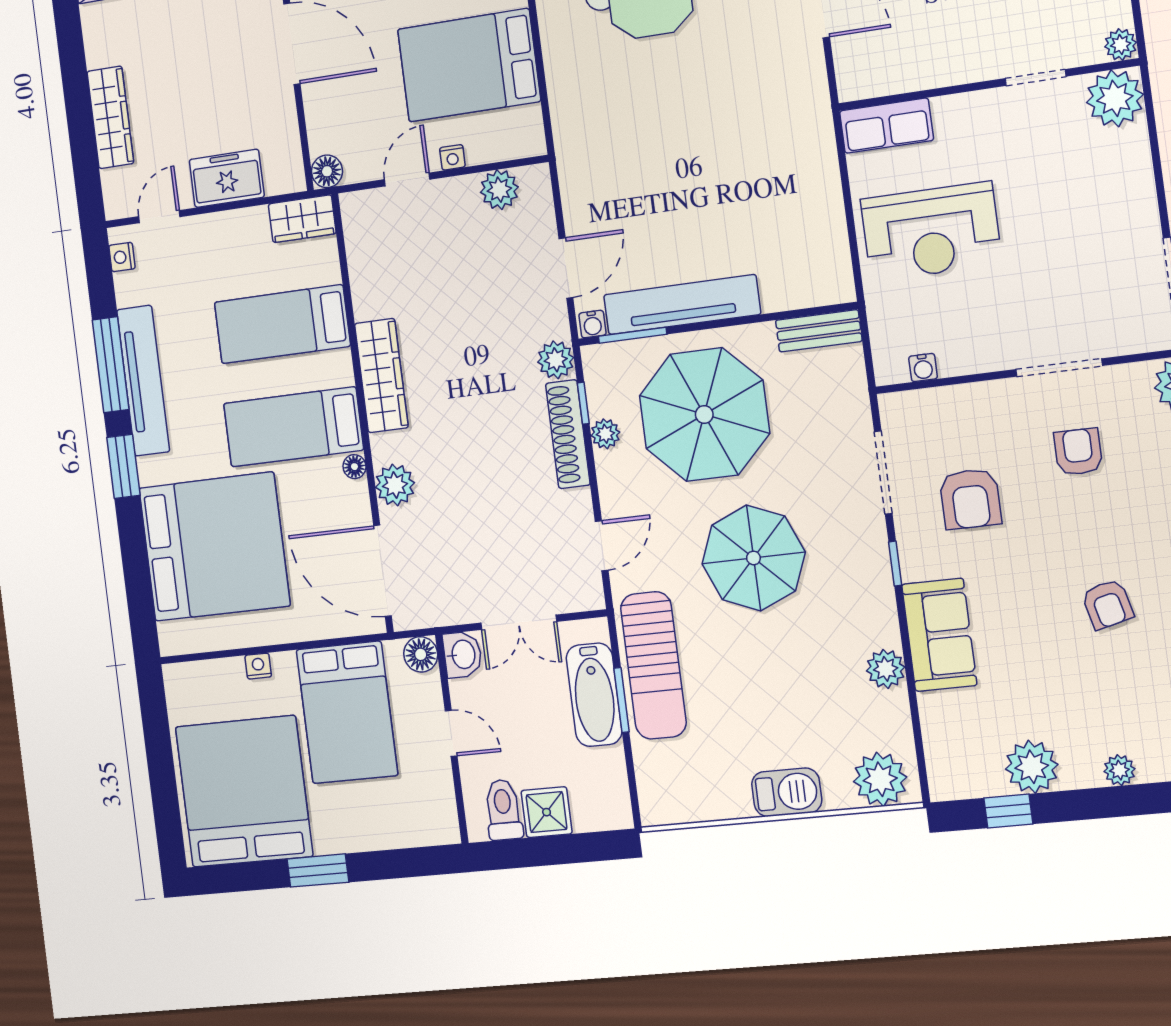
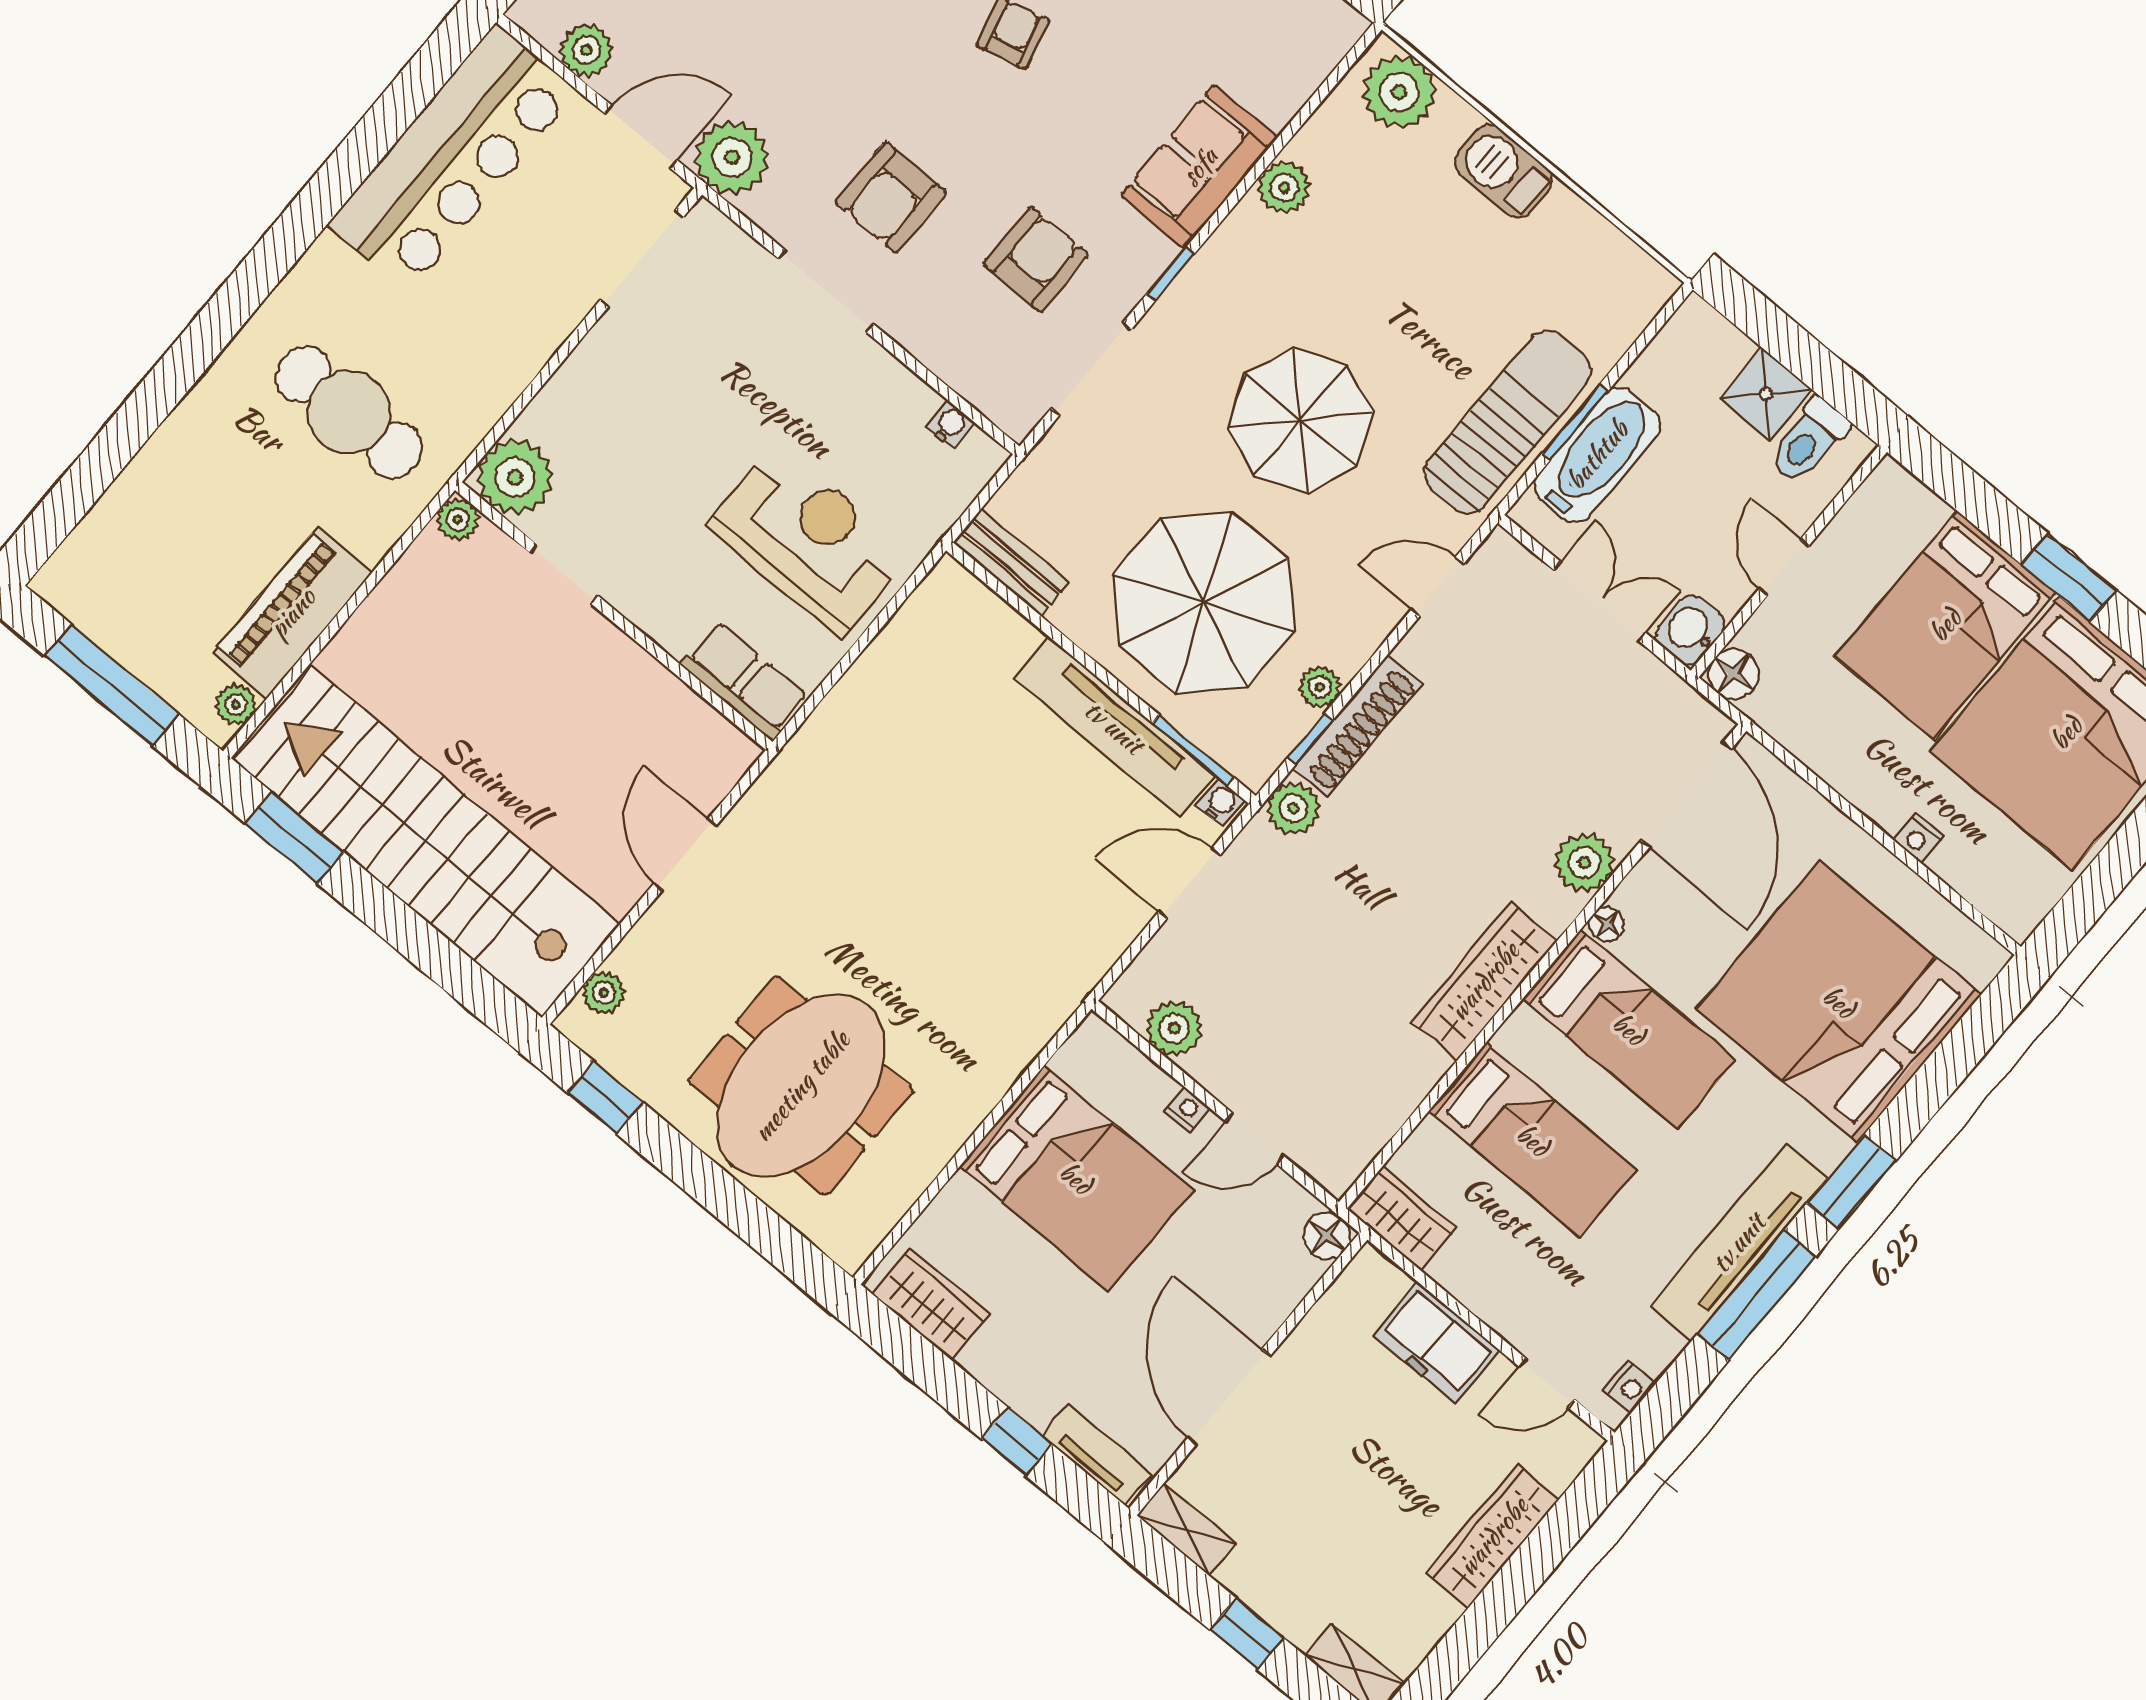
armchair: (1078, 452) -> (891, 197), width x1.38, depth x1.38
bed: (347, 712) -> (1945, 625), moved, turned 180

